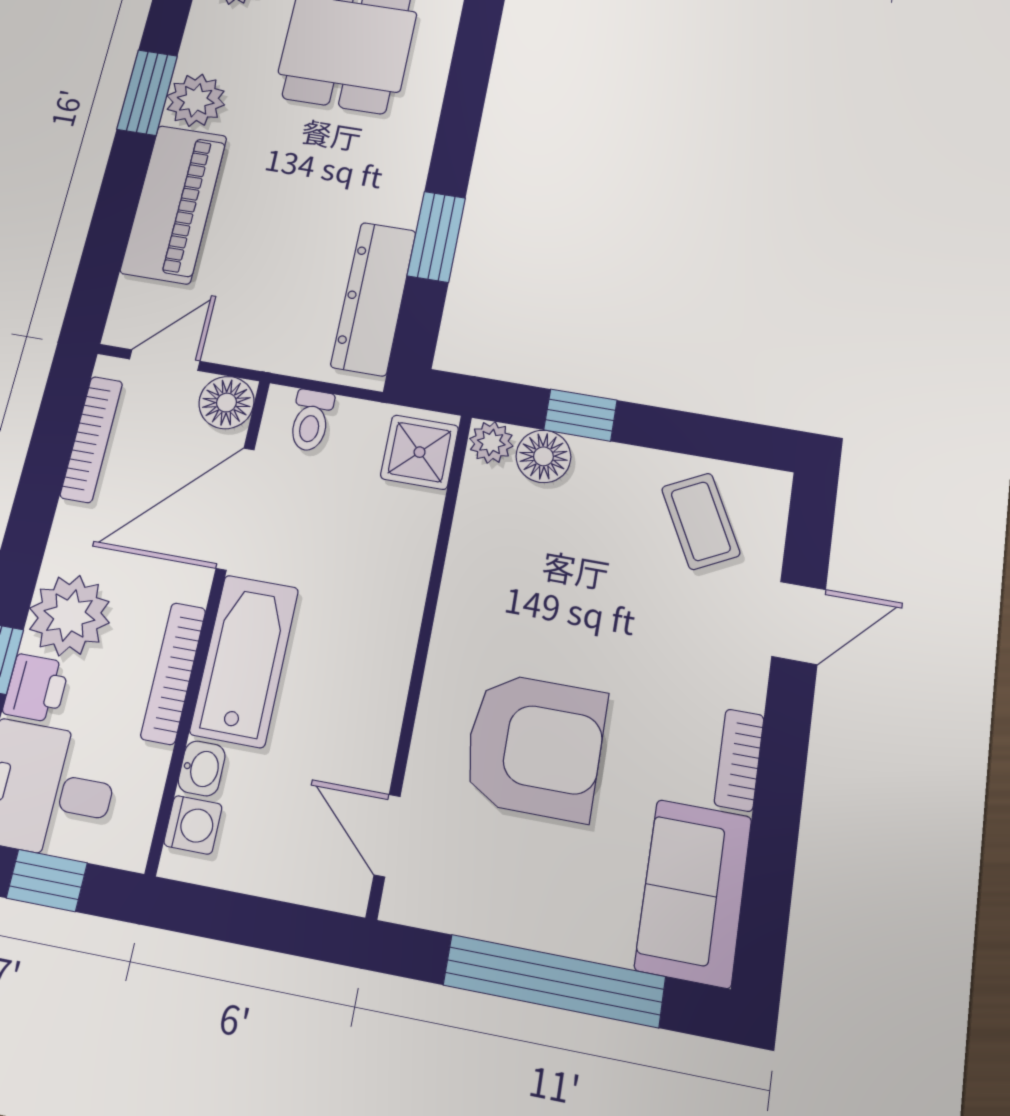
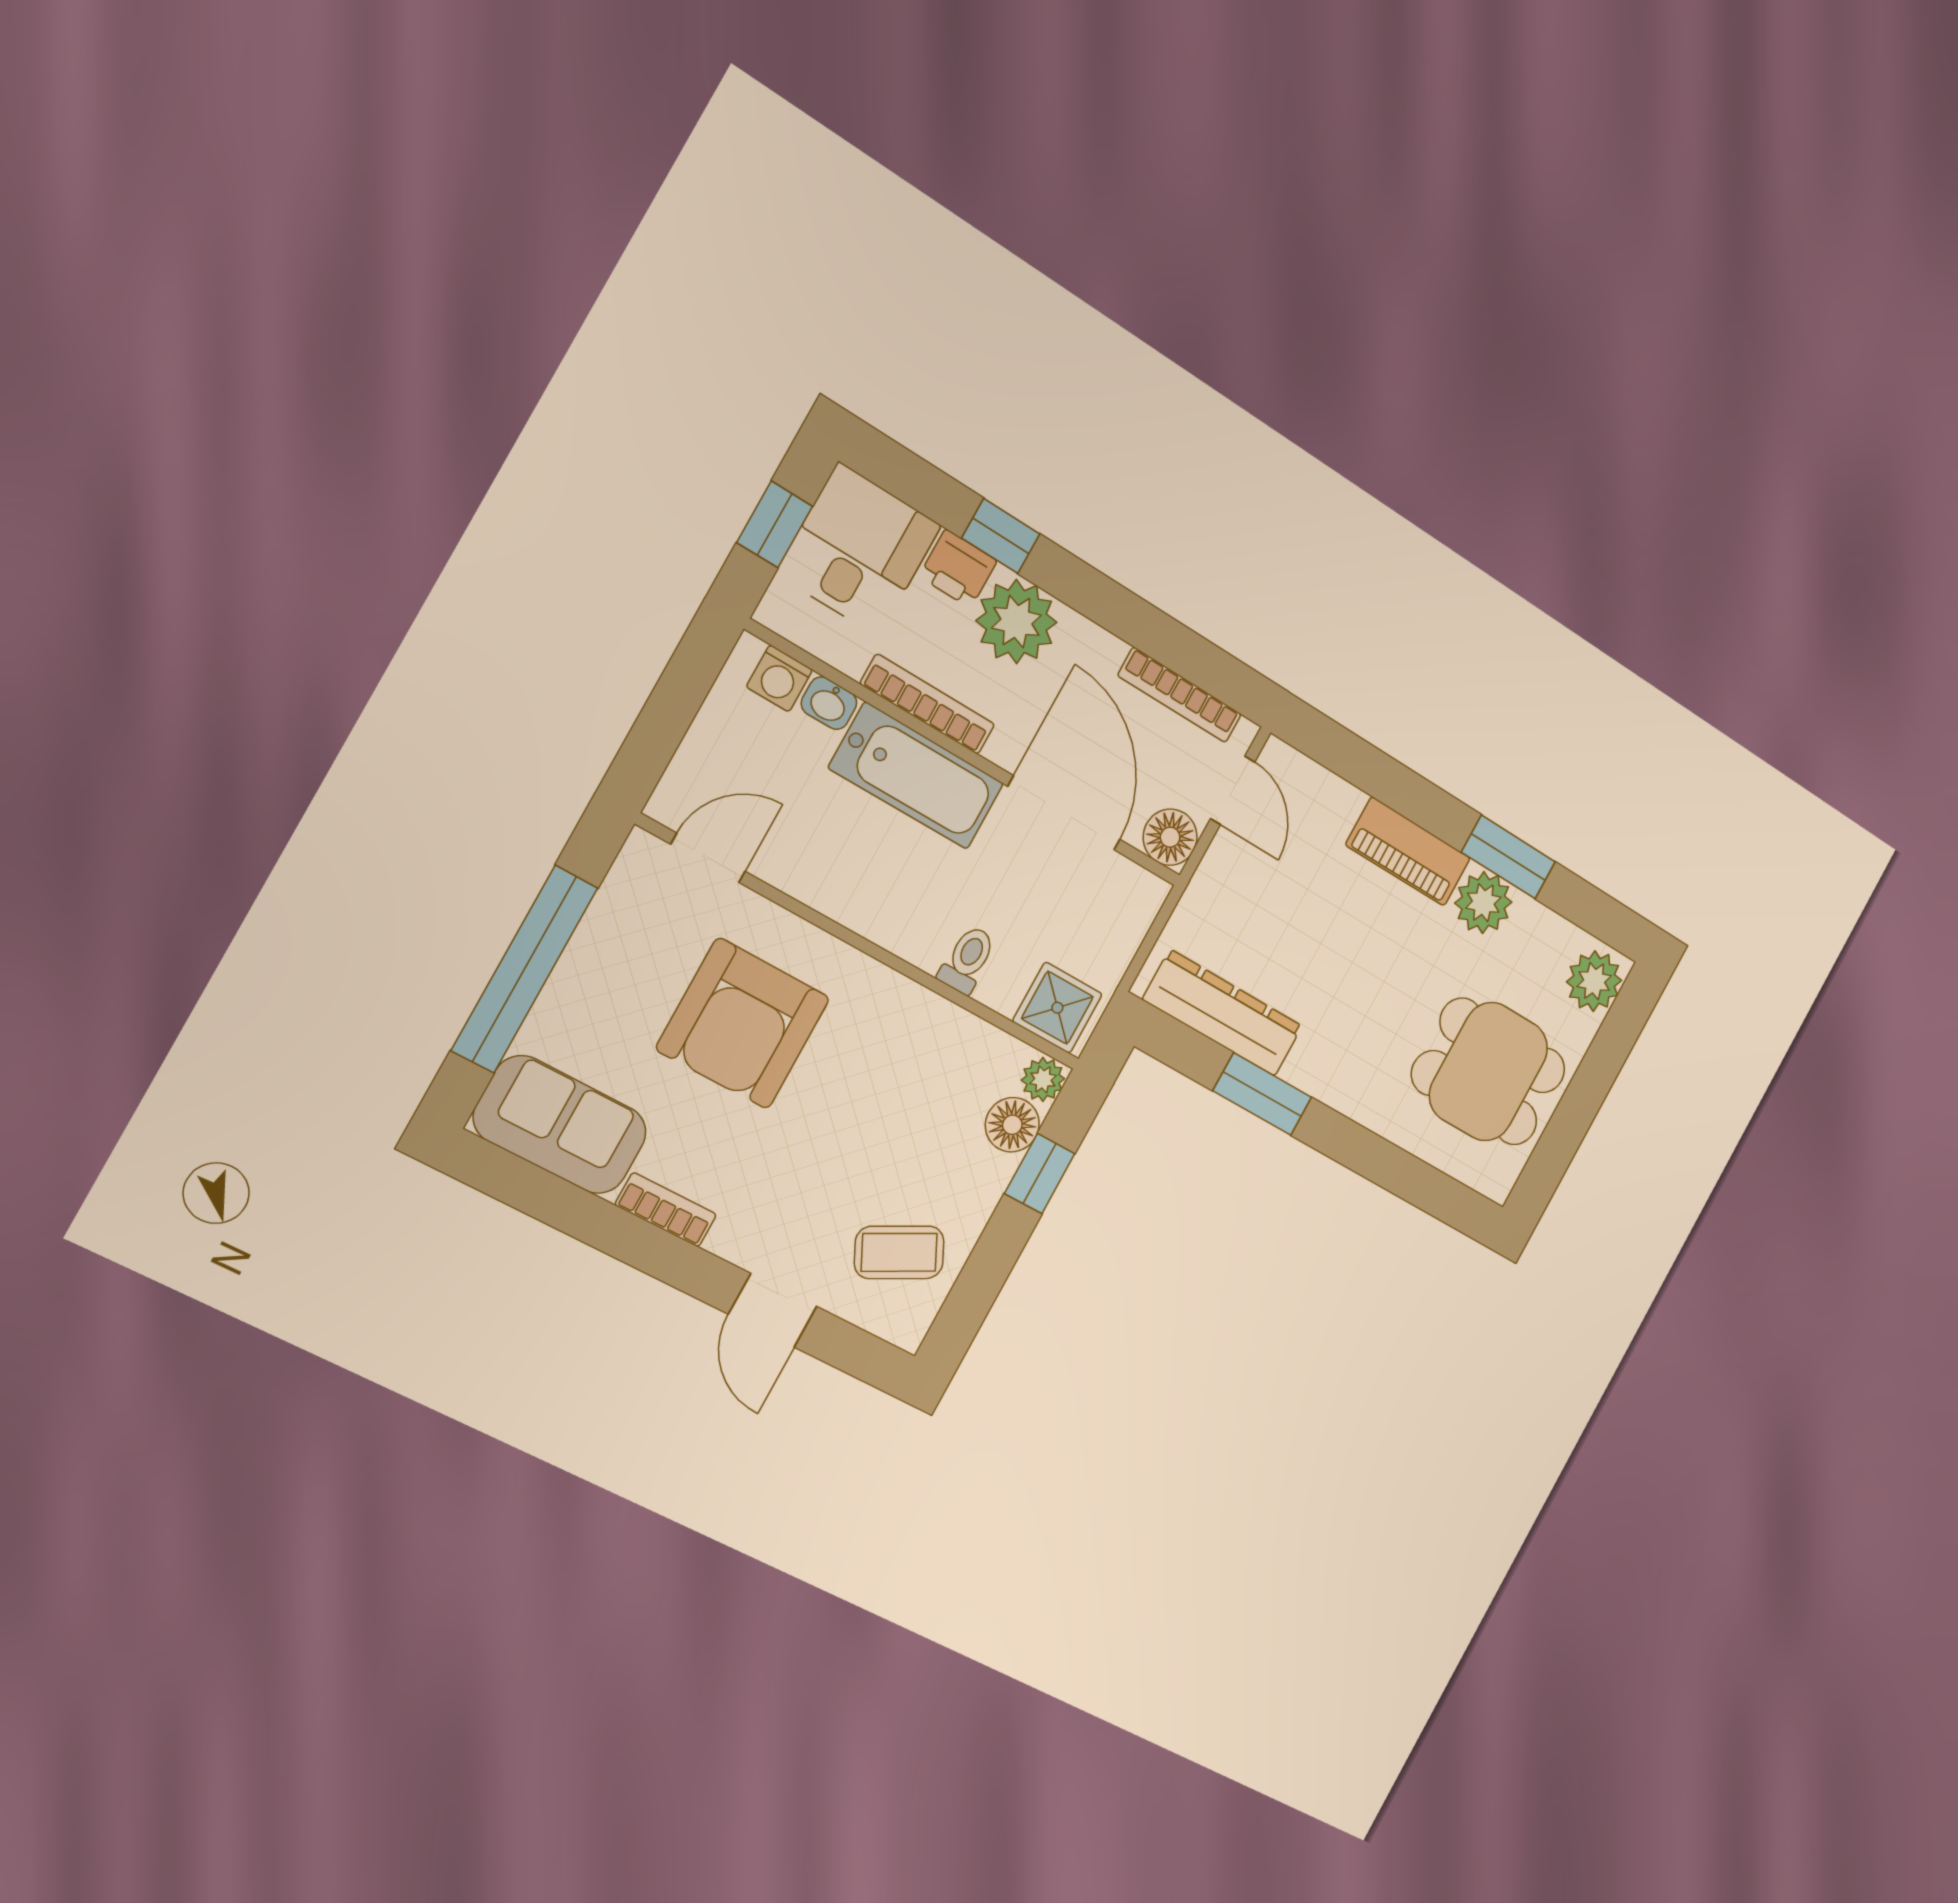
piano: (174, 204) -> (1408, 851), width x0.73, depth x0.75
toilet: (311, 420) -> (967, 960), moved, turned 90

